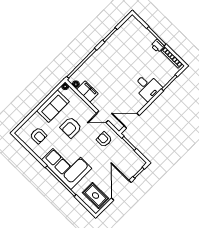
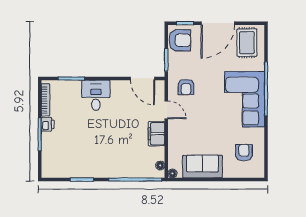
filing cabinet: (87, 92) -> (157, 134), moved
armchair: (71, 127) -> (180, 40), moved

